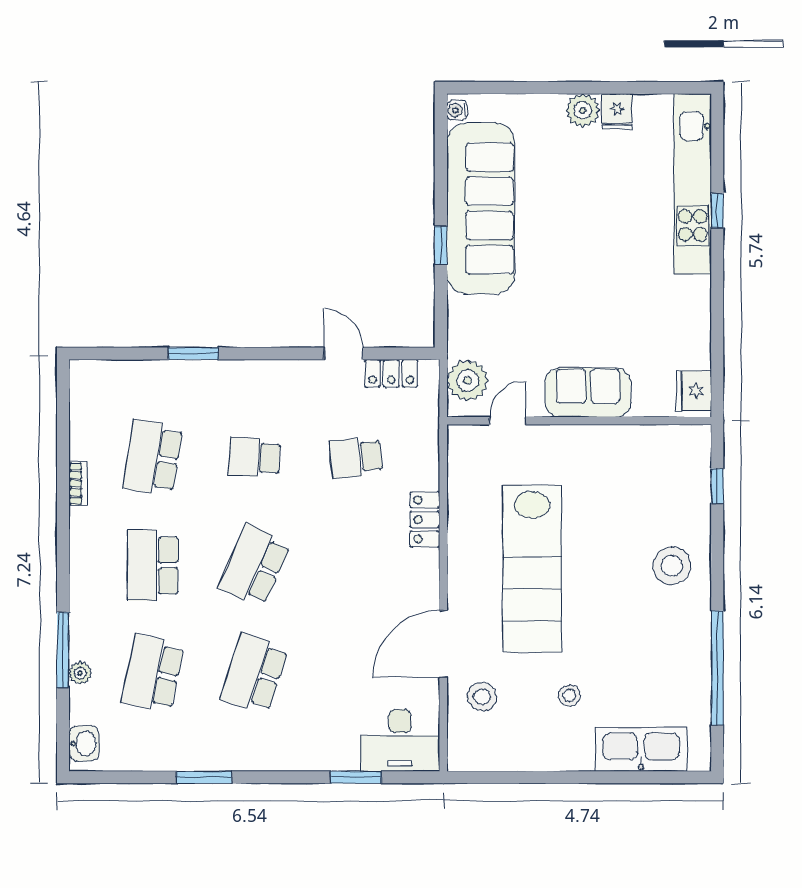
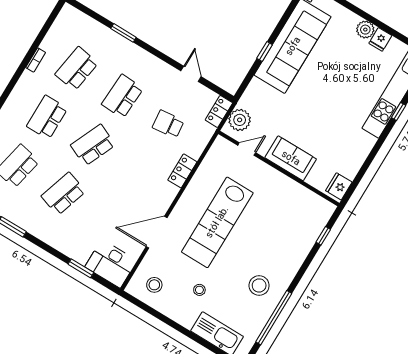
locker: (391, 373) -> (219, 111), moved, turned 90
school desk: (254, 457) -> (122, 96), width x1.85
stool: (672, 566) -> (259, 285), moved
stool: (482, 697) -> (154, 285), moved

